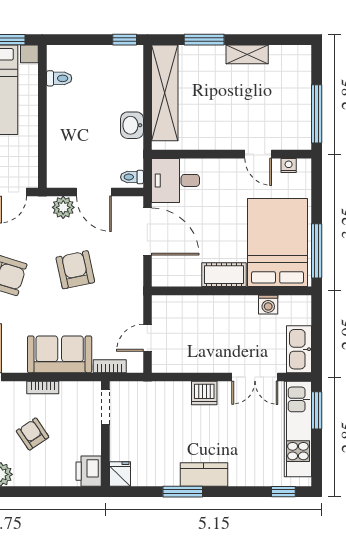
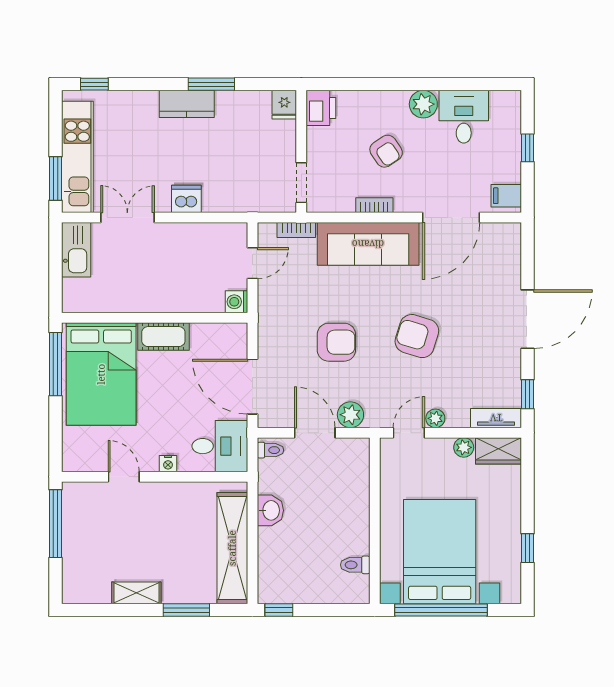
nightstand: (289, 165) -> (168, 464), moved
armchair: (75, 270) -> (336, 342), turned -78
washing machine: (268, 305) -> (236, 302), moved, turned -90
sofa: (60, 354) -> (368, 244), width x1.36

